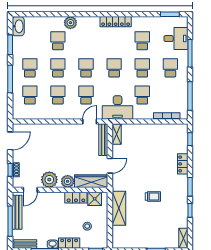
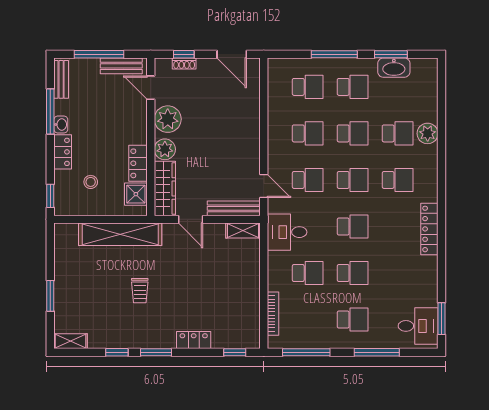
plant: (70, 23) -> (428, 133), moved
washbasin: (18, 26) -> (394, 68), moved
desk: (176, 39) -> (418, 326), moved, turned -90
school desk: (142, 41) -> (398, 180), moved
desk: (118, 107) -> (287, 232), width x0.73
shelving: (119, 208) -> (120, 234), width x1.47
bench: (17, 212) -> (121, 66), width x0.73

